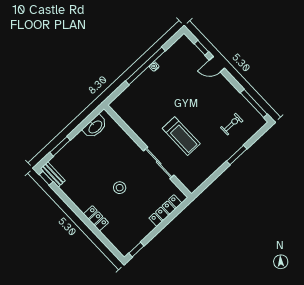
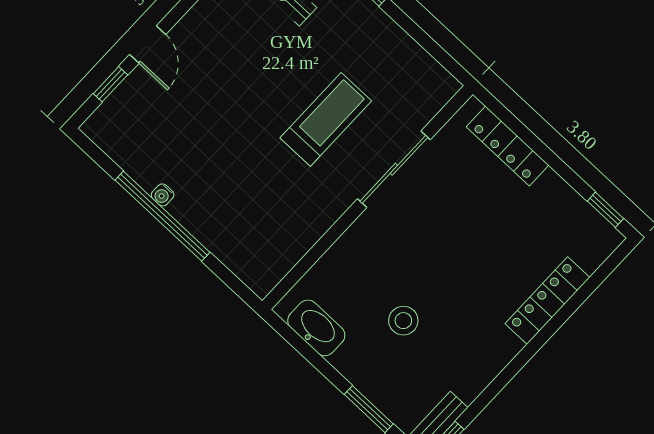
stool: (120, 188) -> (403, 321), moved
locker: (96, 218) -> (547, 300), width x1.53

